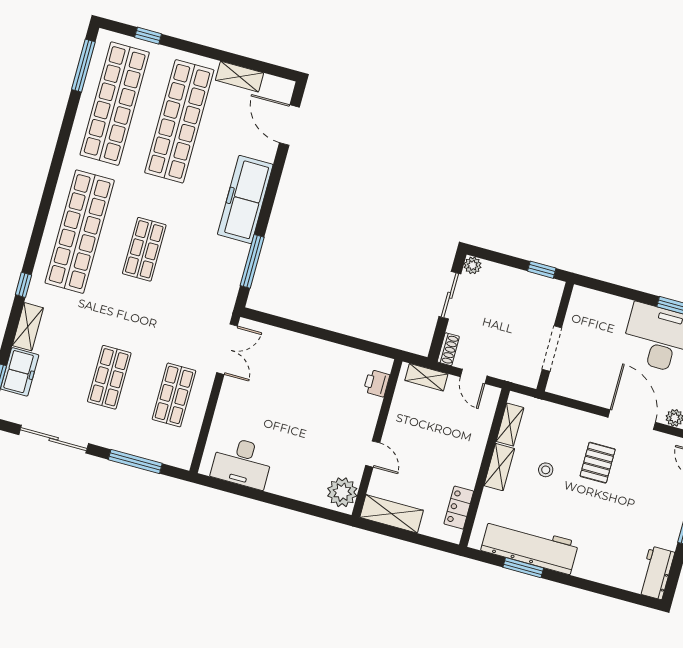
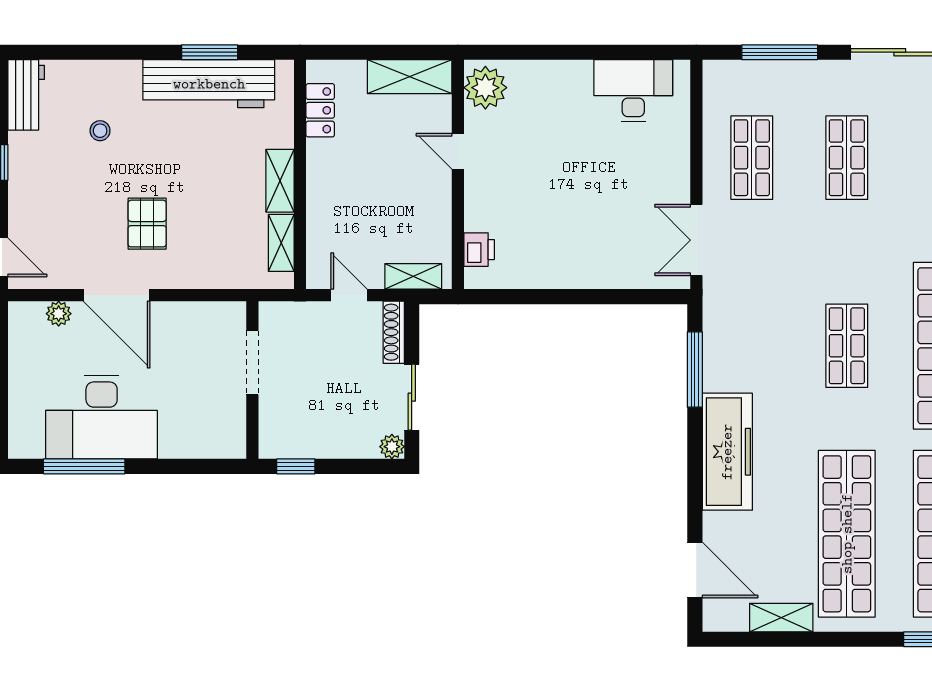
shoe rack: (448, 349) -> (394, 332), width x1.43
stool: (546, 470) -> (100, 131), moved

